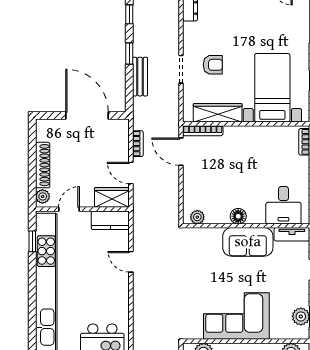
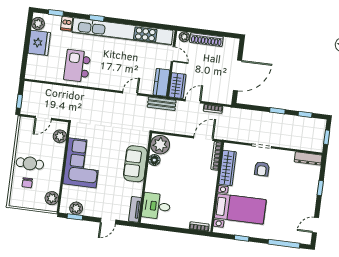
bench: (140, 77) -> (162, 104), moved
floor lamp: (238, 216) -> (154, 160), moved
plant: (197, 217) -> (160, 145), width x1.87, depth x1.87
window: (32, 241) -> (97, 18), moved
sofa: (248, 242) -> (135, 164), moved

